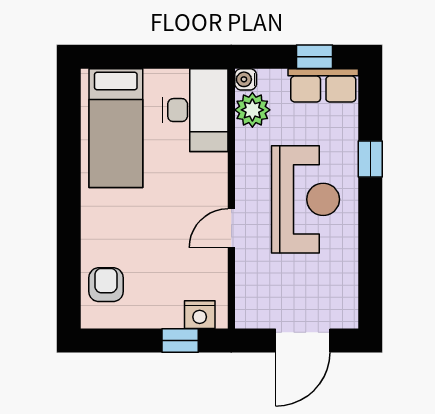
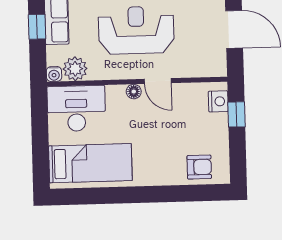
floor lamp: (217, 193) -> (134, 92), added
armchair: (106, 285) -> (199, 167), turned 180

